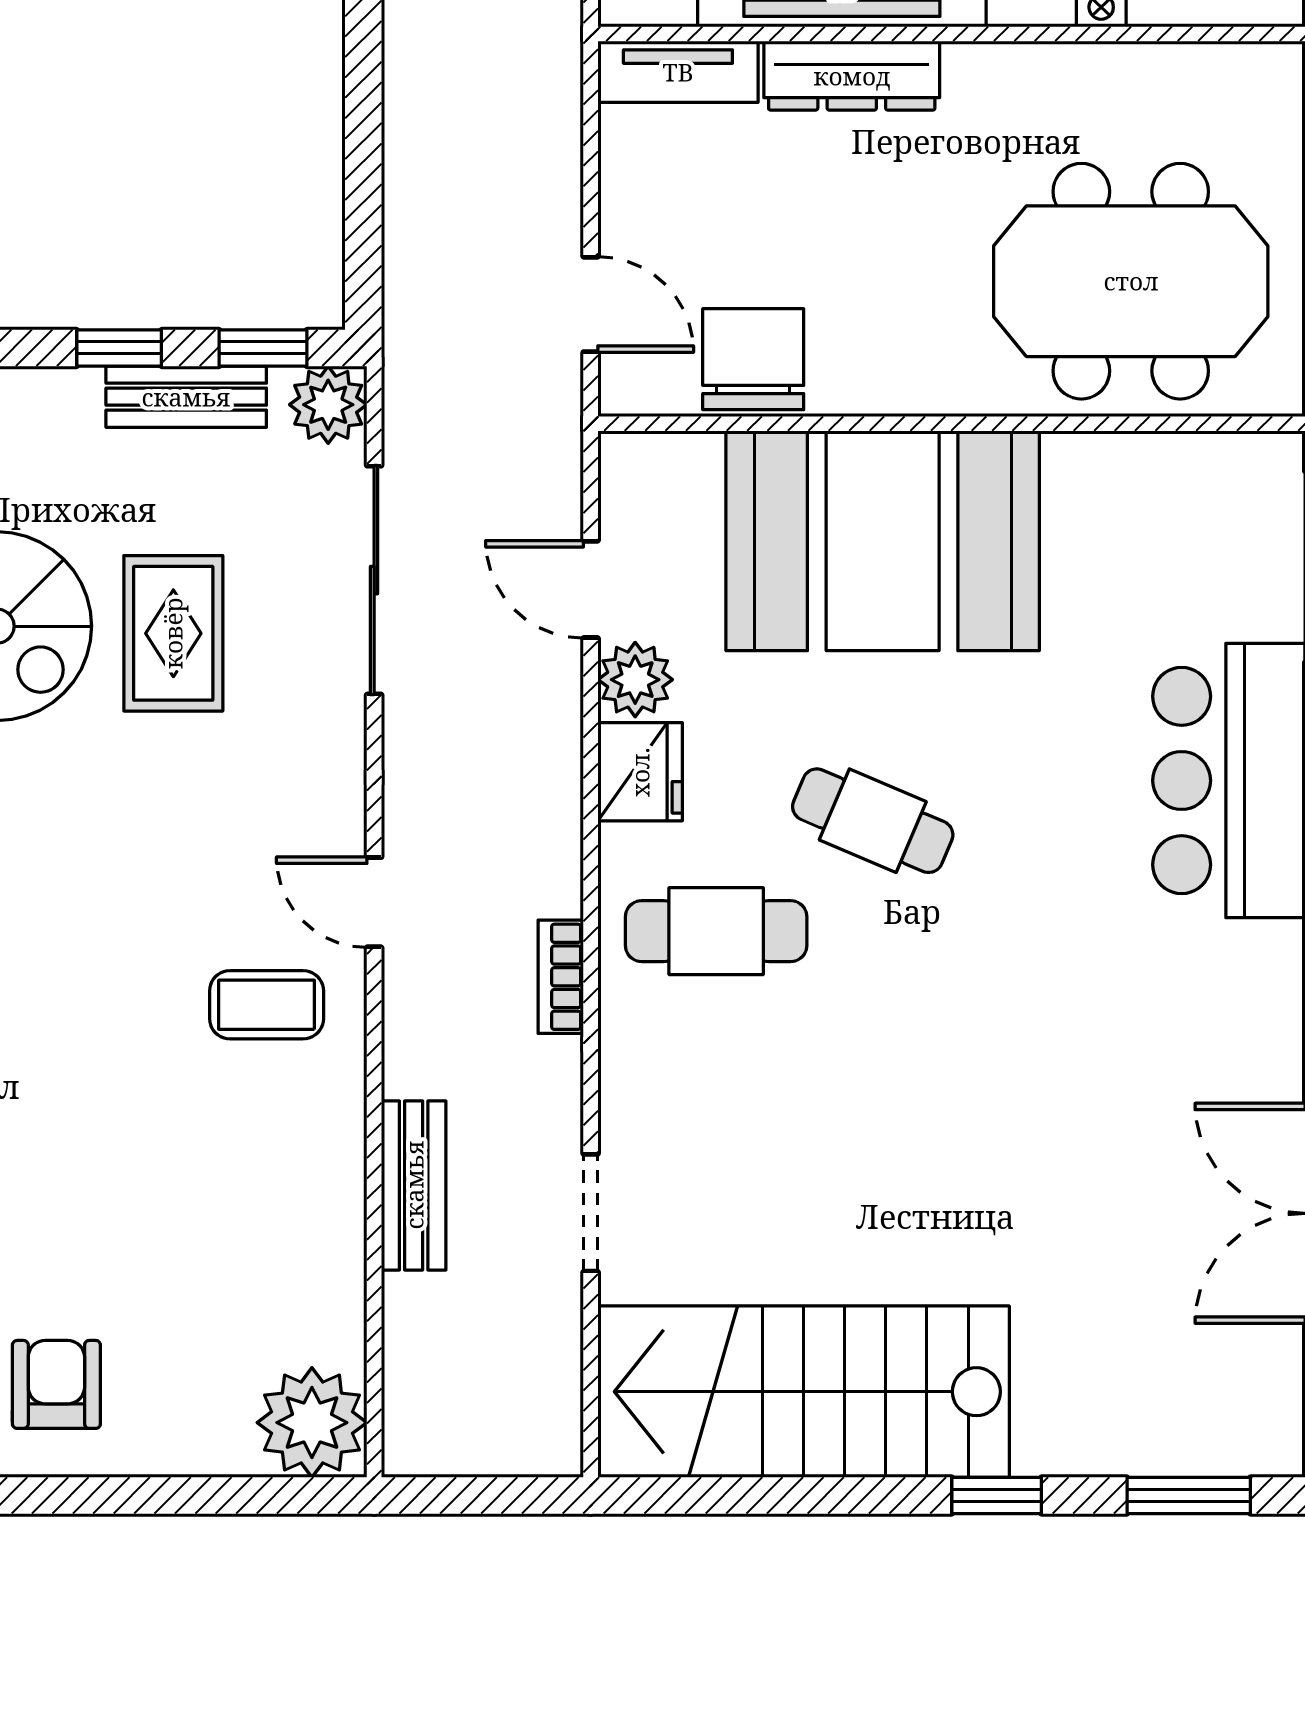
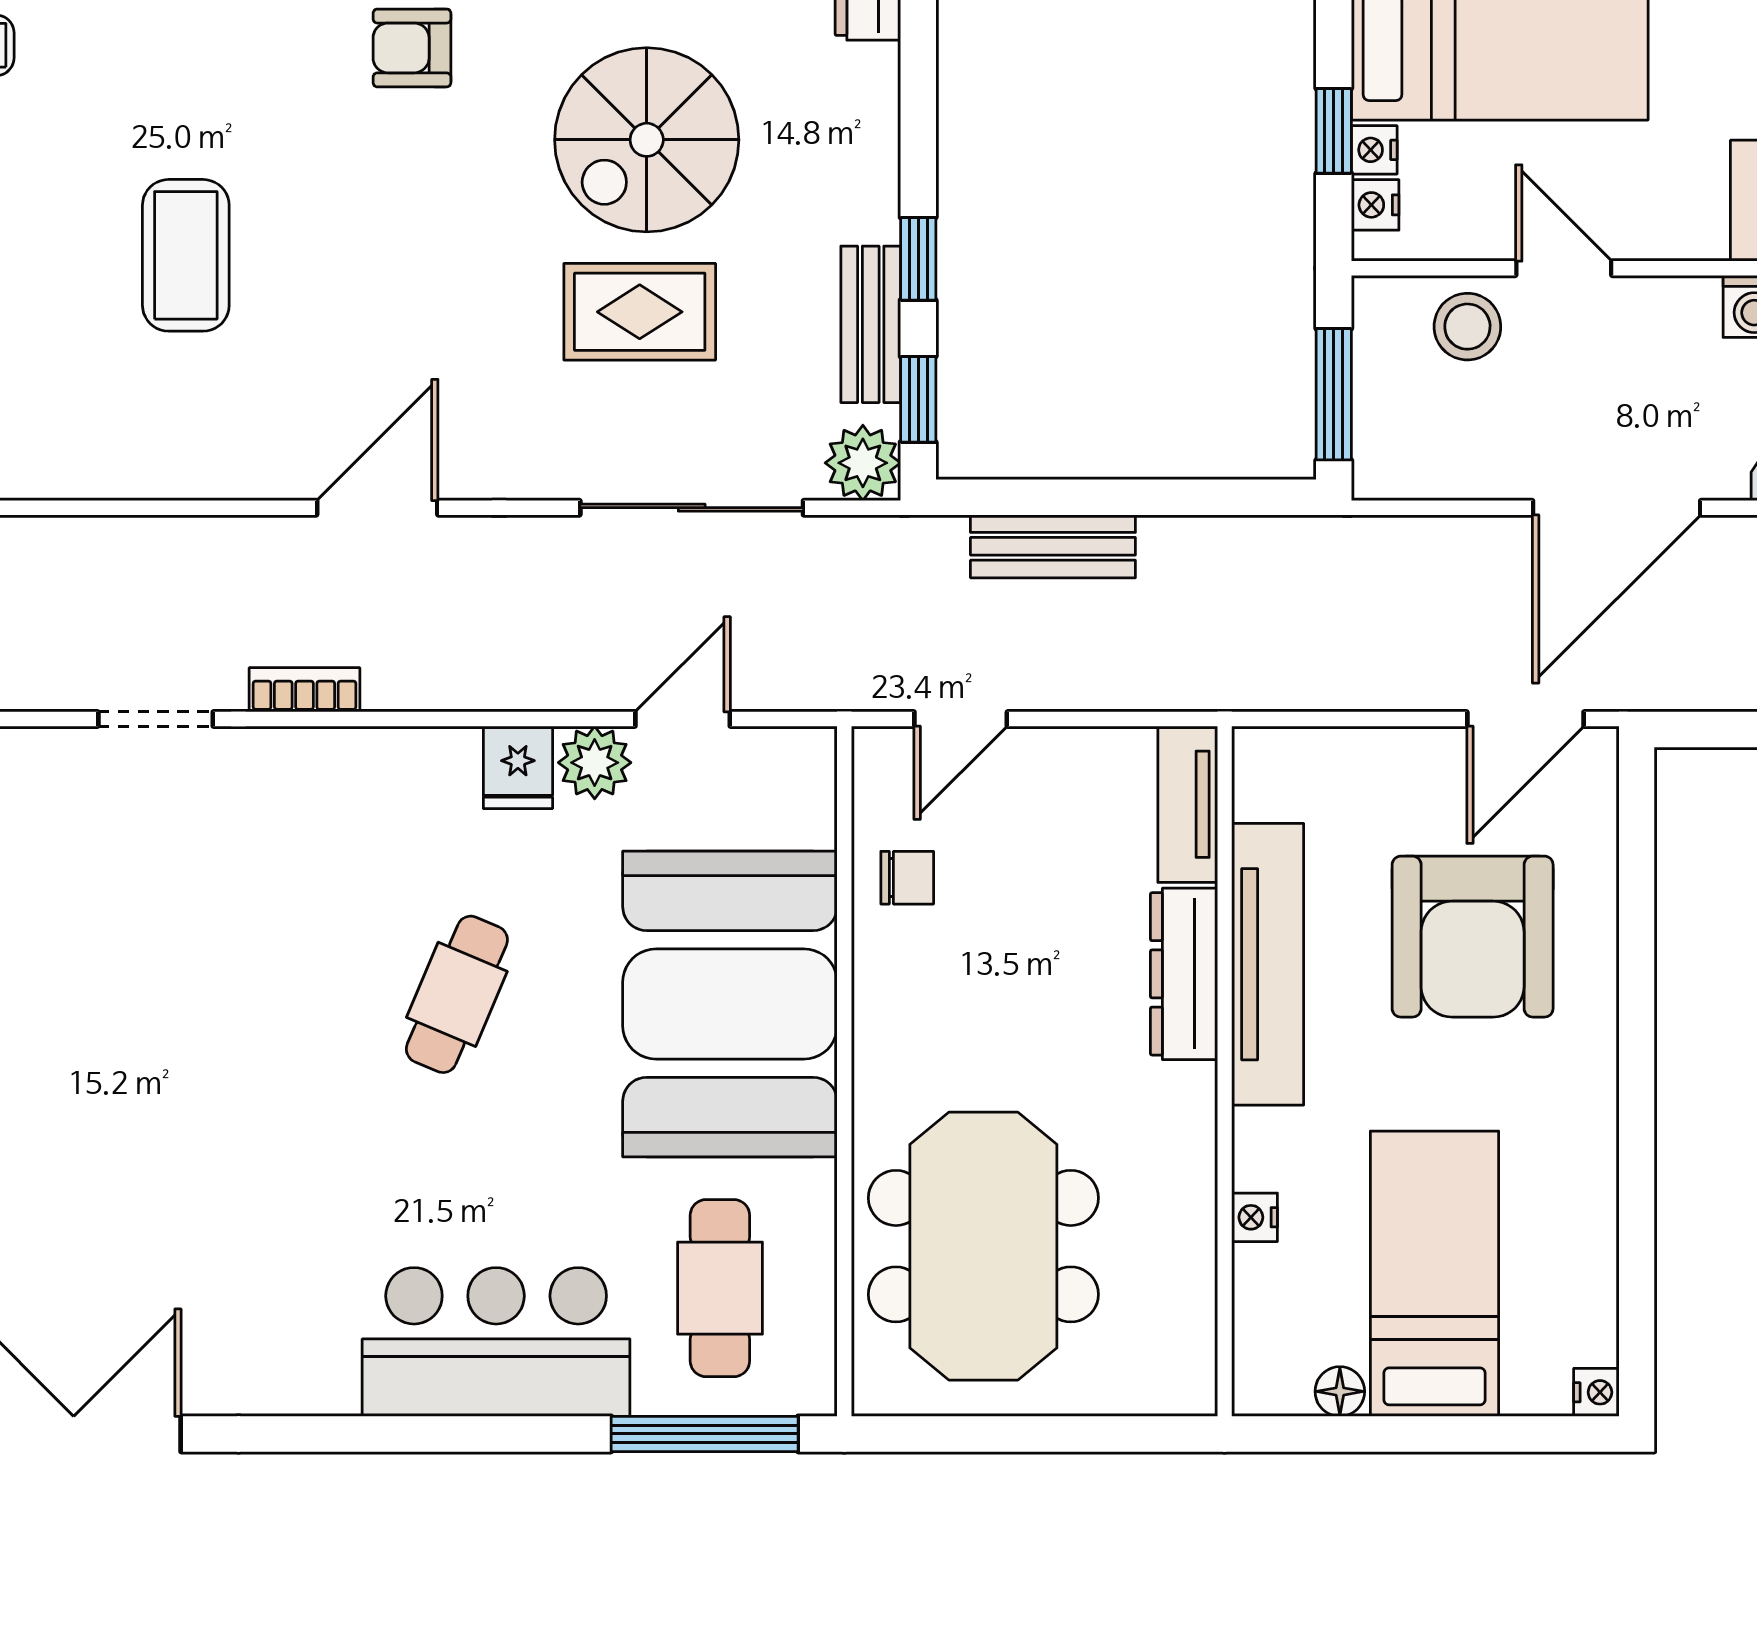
chair: (753, 359) -> (907, 878), width x0.54, depth x0.54
fridge: (640, 772) -> (518, 767), width x0.72
door: (374, 902) -> (377, 508), width x1.38
cafe table: (716, 931) -> (720, 1288), moved
coffee table: (267, 1005) -> (186, 255), moved, width x1.36, depth x1.30
bench: (414, 1185) -> (1053, 546), moved
doorway: (591, 1213) -> (156, 719), moved

